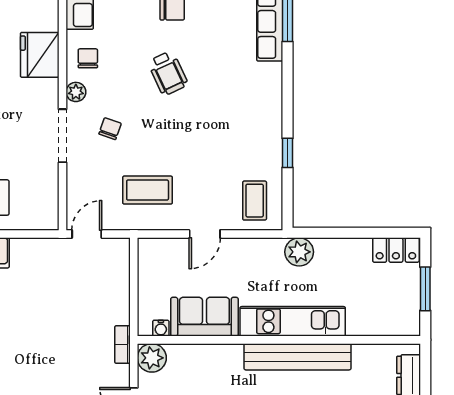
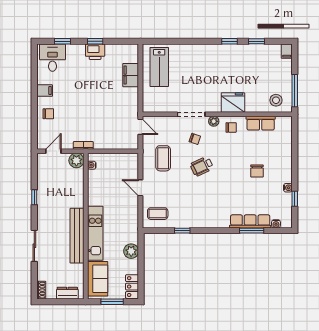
wheelchair: (168, 73) -> (202, 166), moved
plant: (299, 252) -> (131, 251), moved
sofa: (204, 317) -> (98, 279), moved

